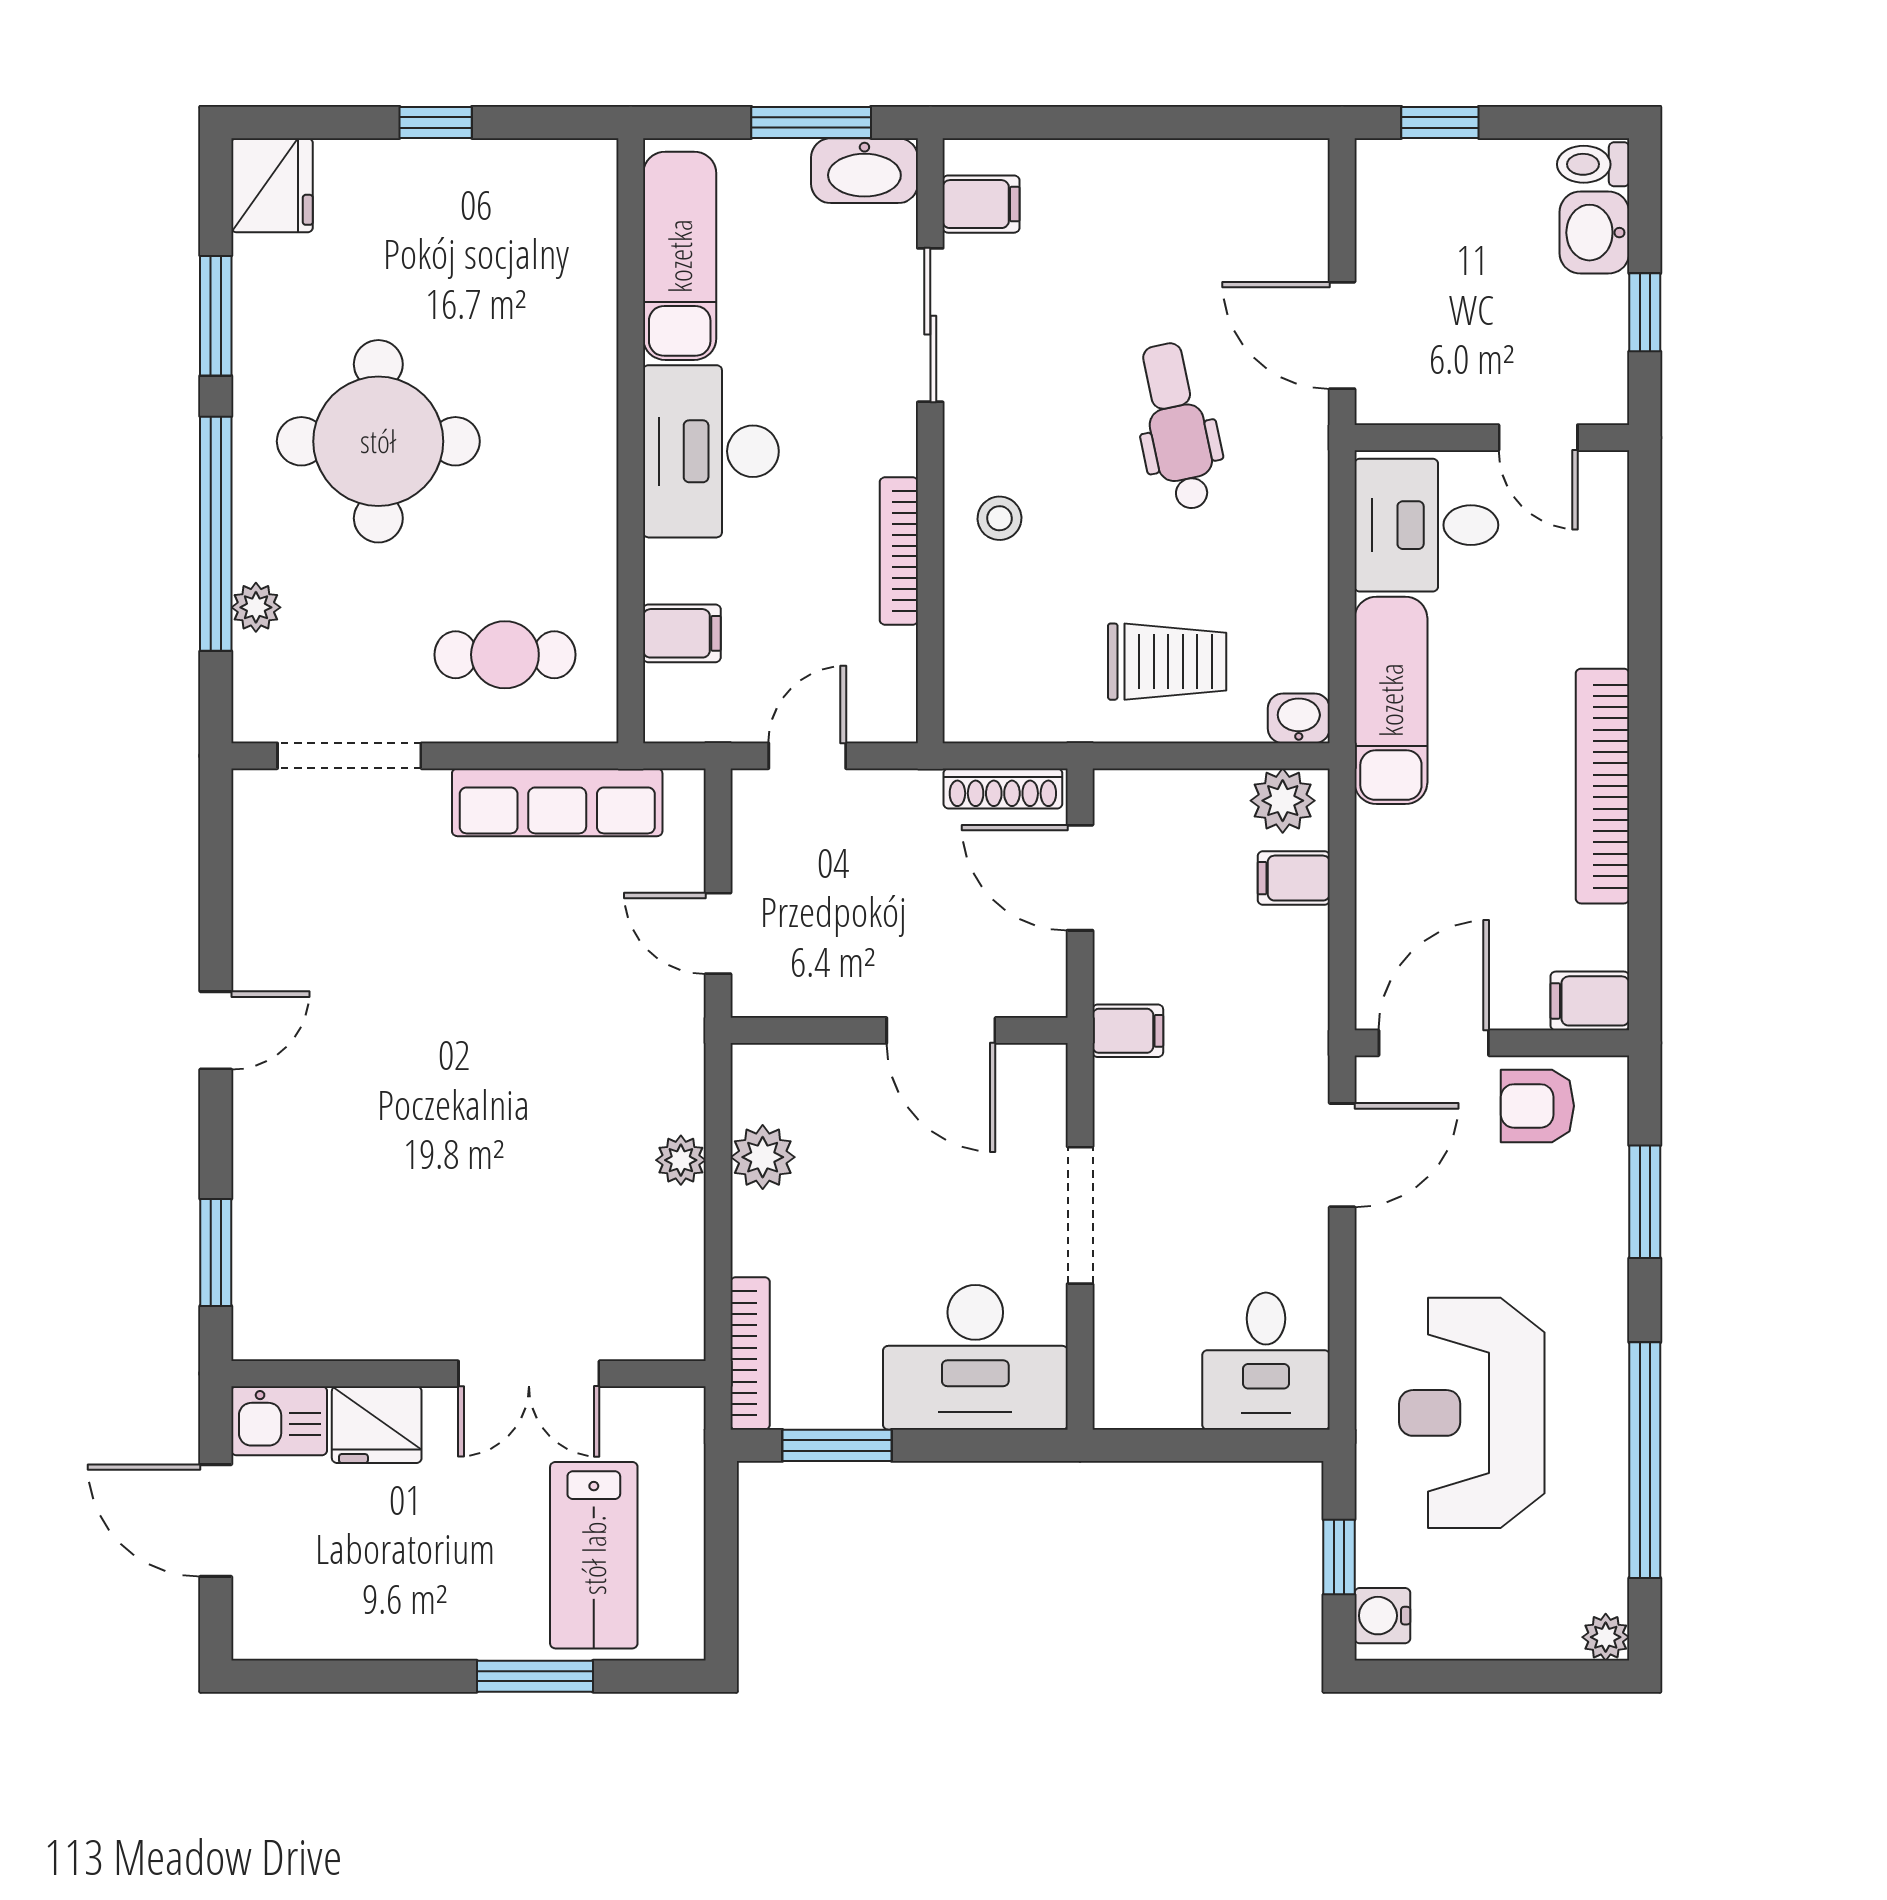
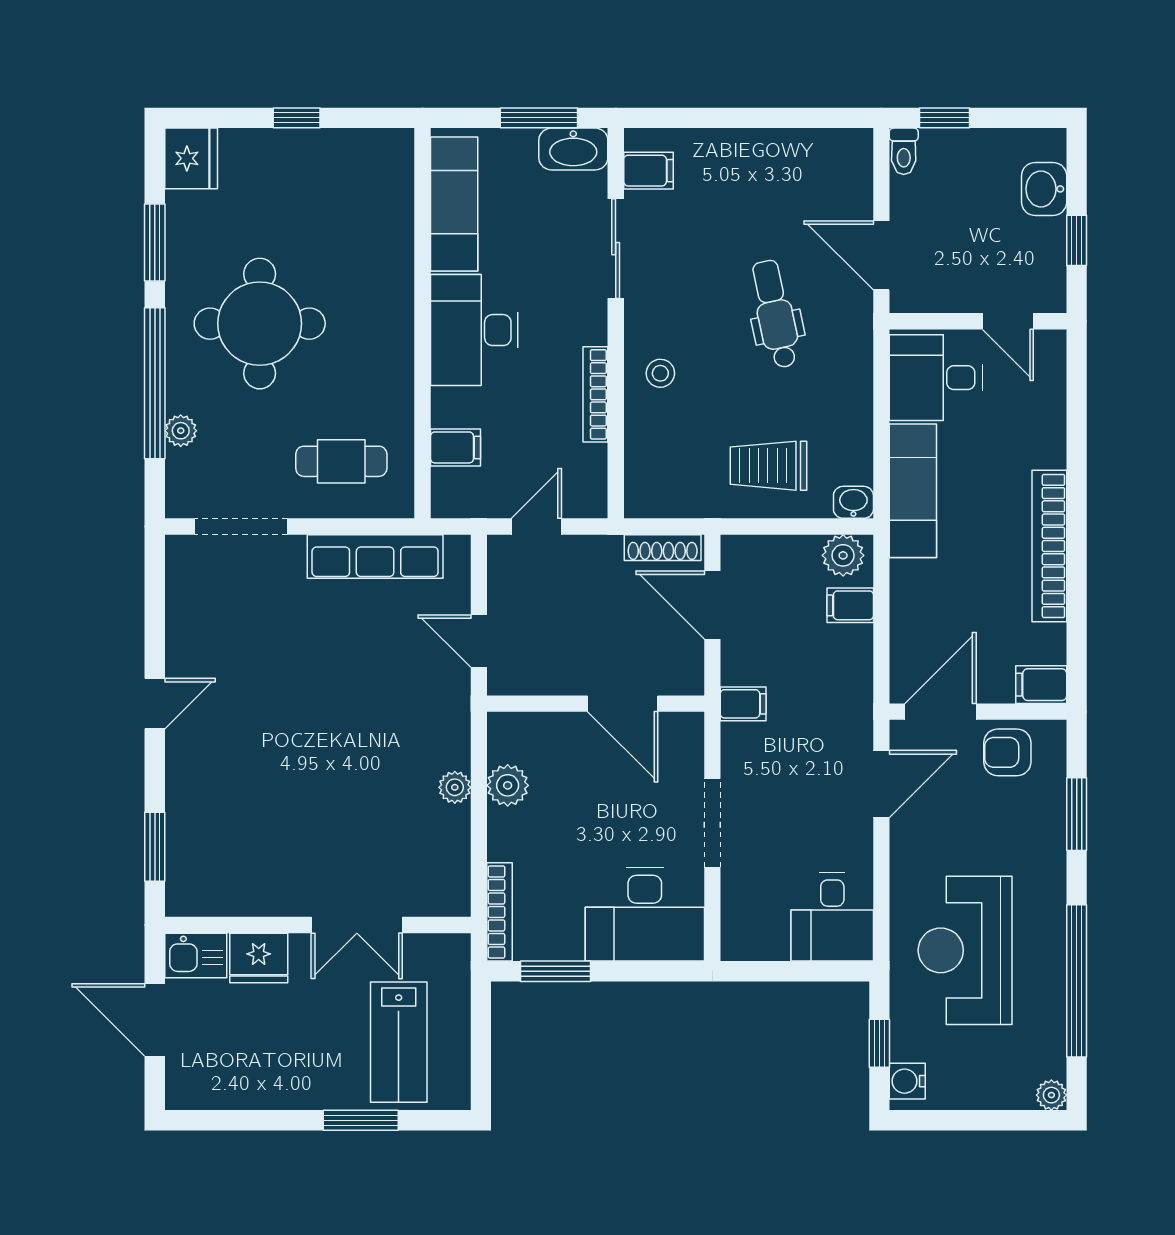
toilet: (1593, 164) -> (904, 151), moved, turned -90
trolley: (1167, 662) -> (769, 466), turned 180

